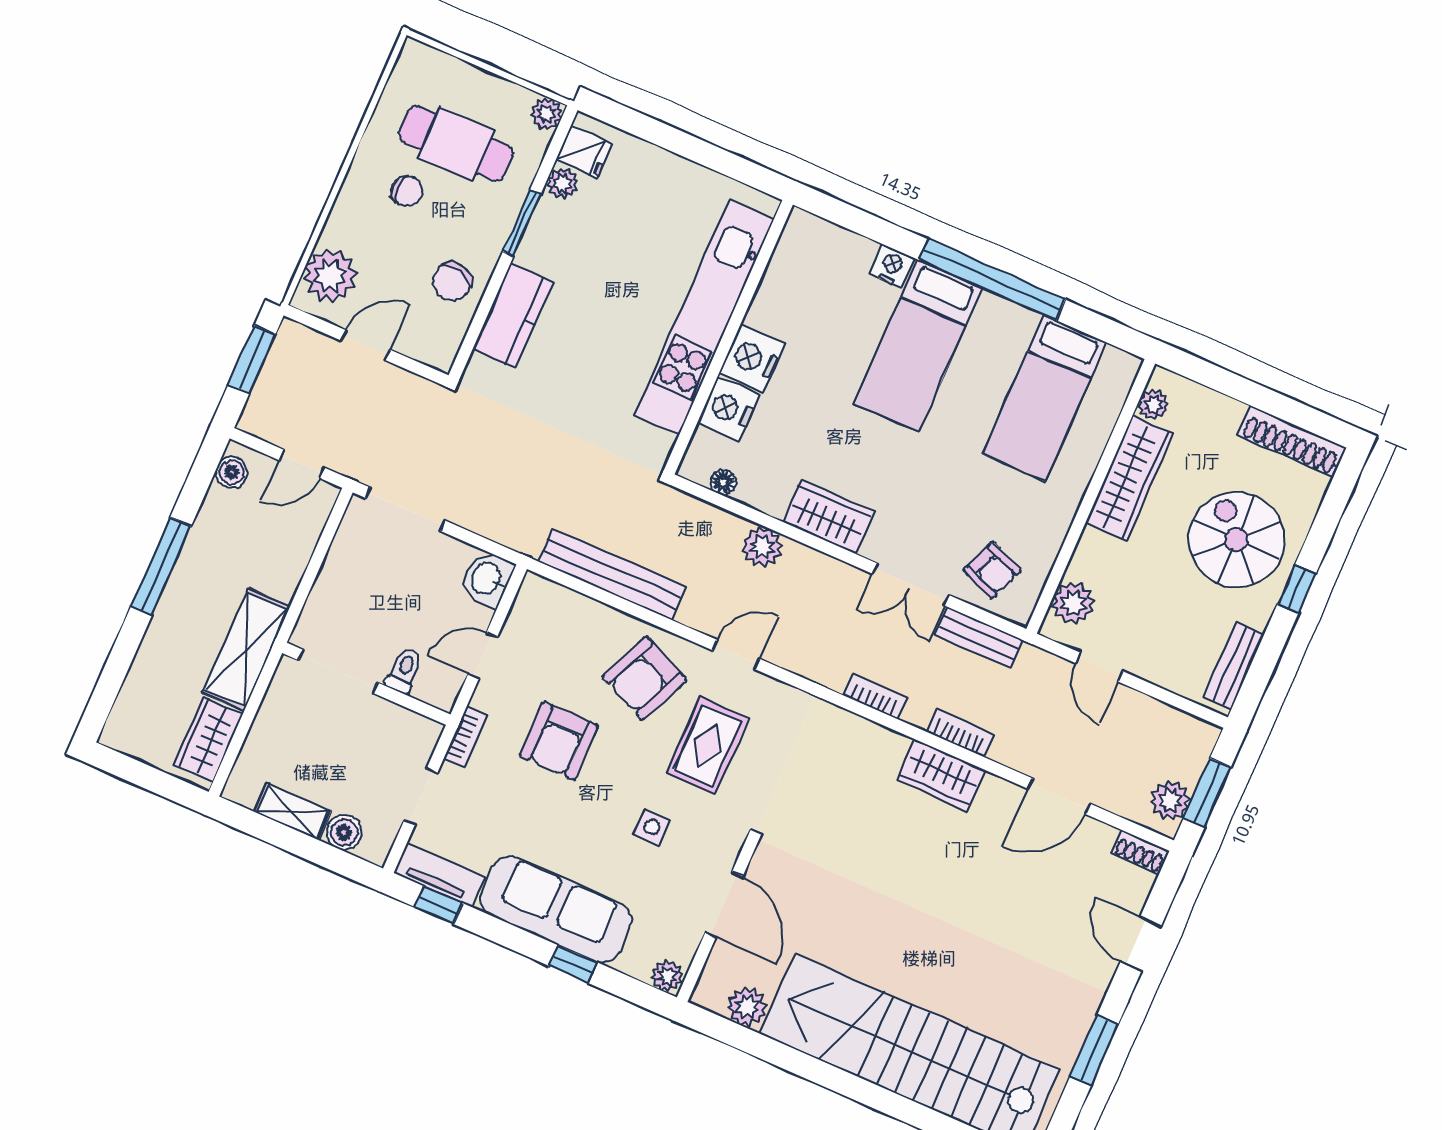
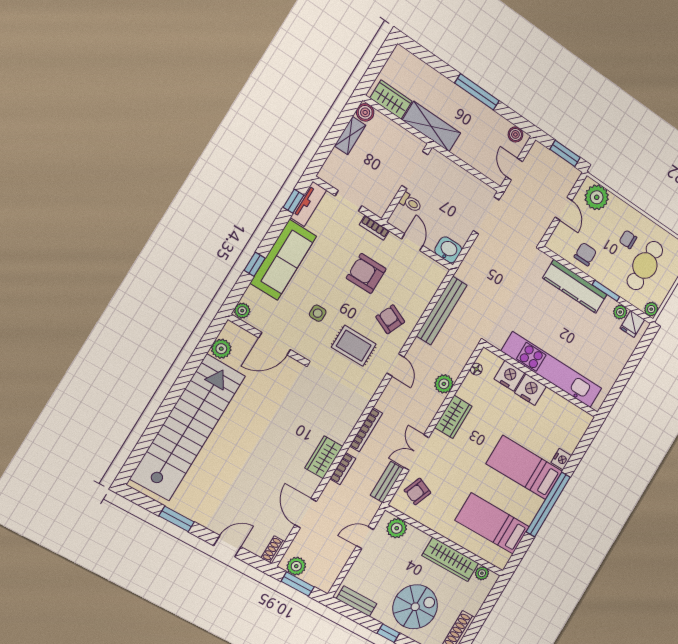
chair: (407, 191) -> (628, 239), turned 90
chair: (452, 282) -> (585, 254), turned 75
kitchen counter: (513, 316) -> (575, 286), width x1.50
armchair: (644, 678) -> (390, 319), width x0.72, depth x0.72
bookcase: (875, 697) -> (366, 430), width x1.56
boiler: (344, 832) -> (365, 112), moved

